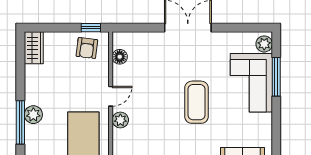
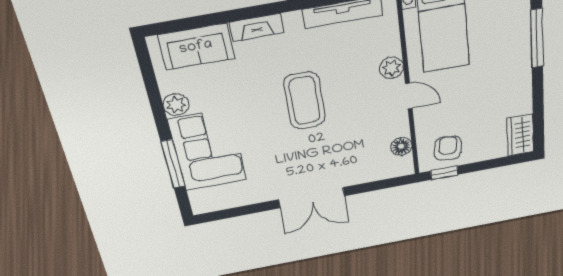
plant: (264, 44) -> (176, 105), moved
door: (111, 96) -> (409, 96), swing flipped
coffee table: (196, 102) -> (305, 100), moved
plant: (33, 115) -> (519, 52), removed

